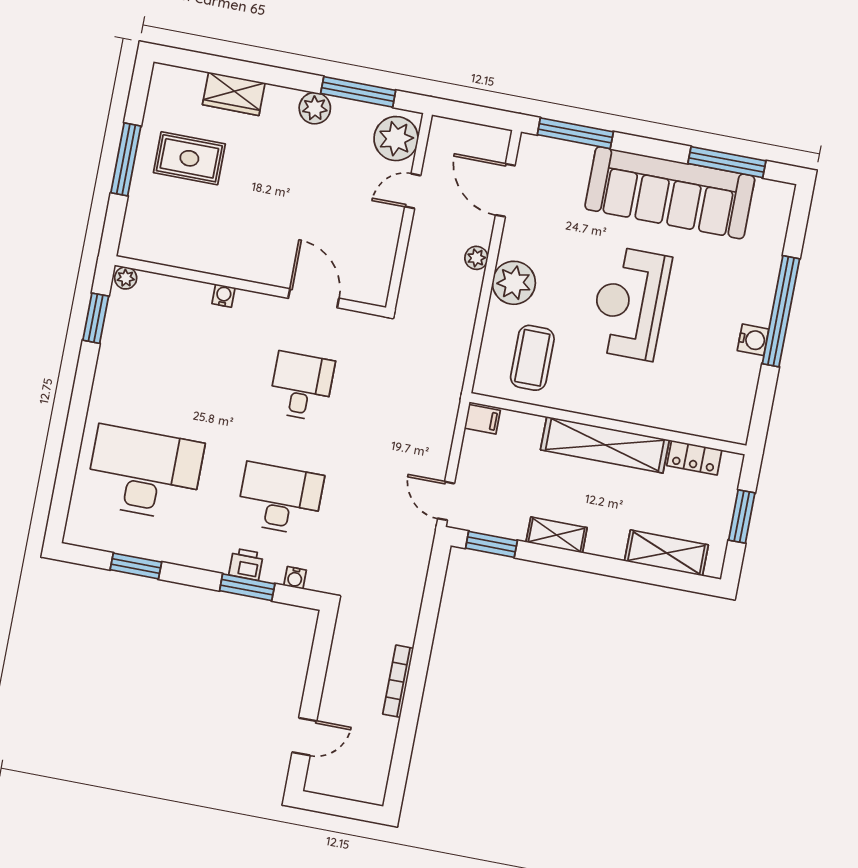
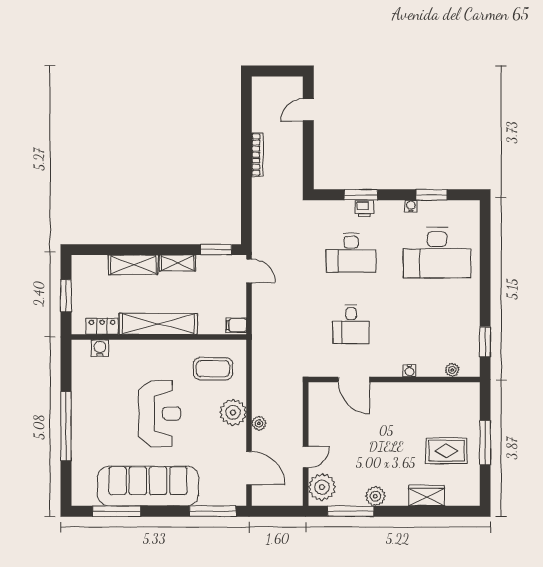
plant: (126, 278) -> (452, 370), moved
water cooler: (753, 340) -> (100, 348), moved, turned 90
coffee table: (532, 358) -> (213, 369), turned 90
shelving: (666, 553) -> (133, 265), moved
water cooler: (295, 578) -> (411, 206), moved

